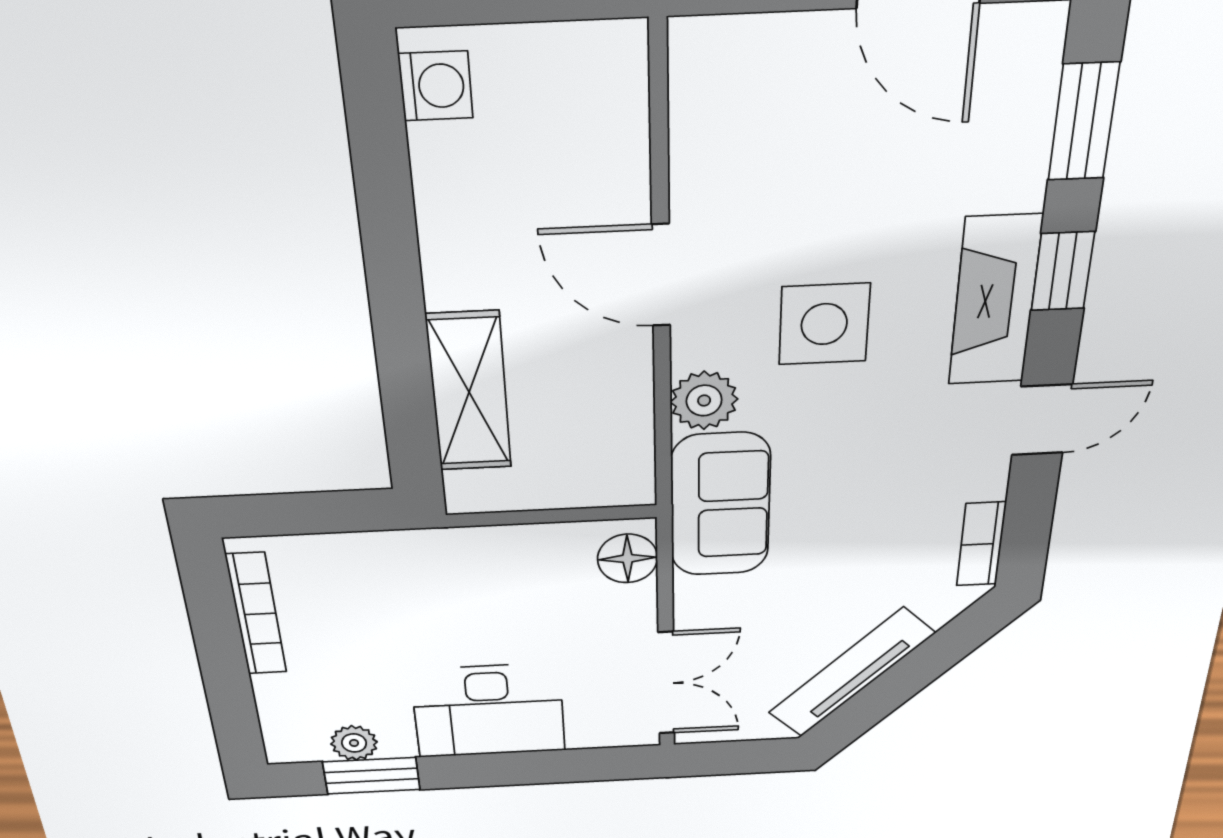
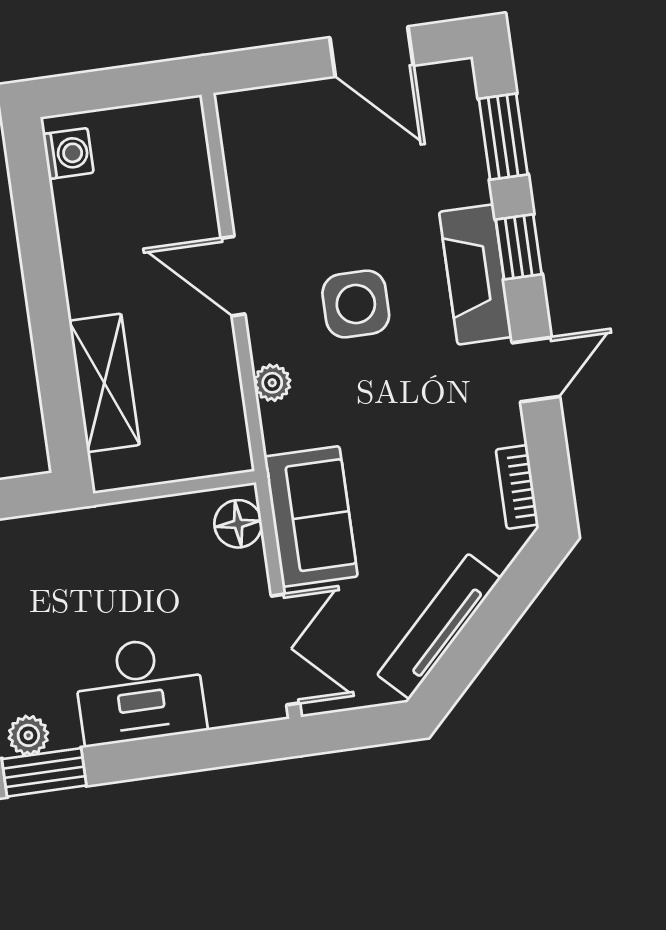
plant: (704, 401) -> (272, 383), width x0.73, depth x0.73
sofa: (720, 505) -> (311, 517), moved

